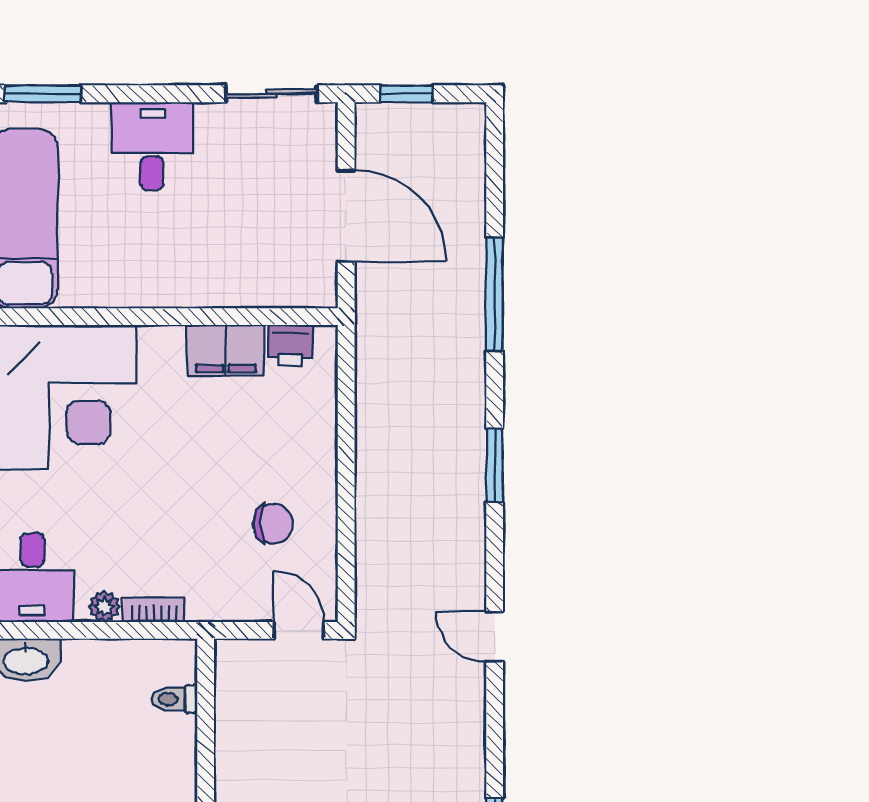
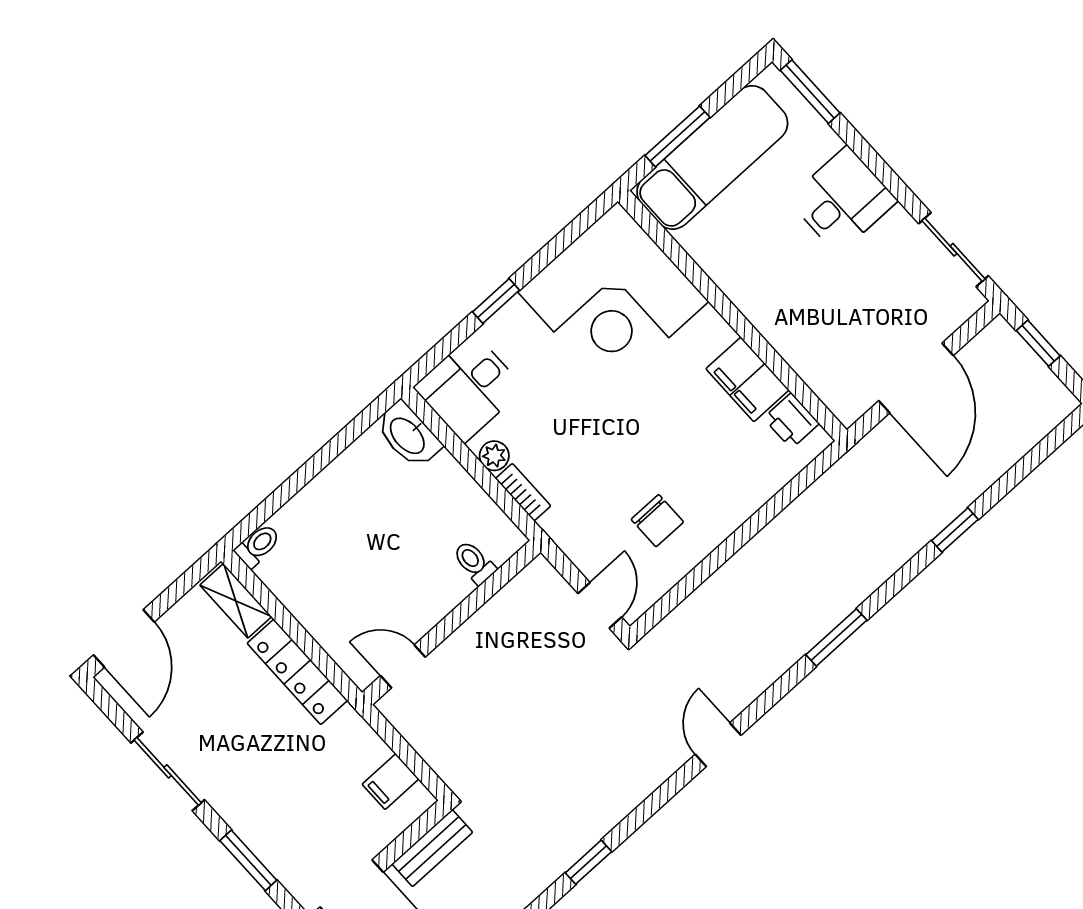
window: (495, 294) -> (955, 530), width x0.46

